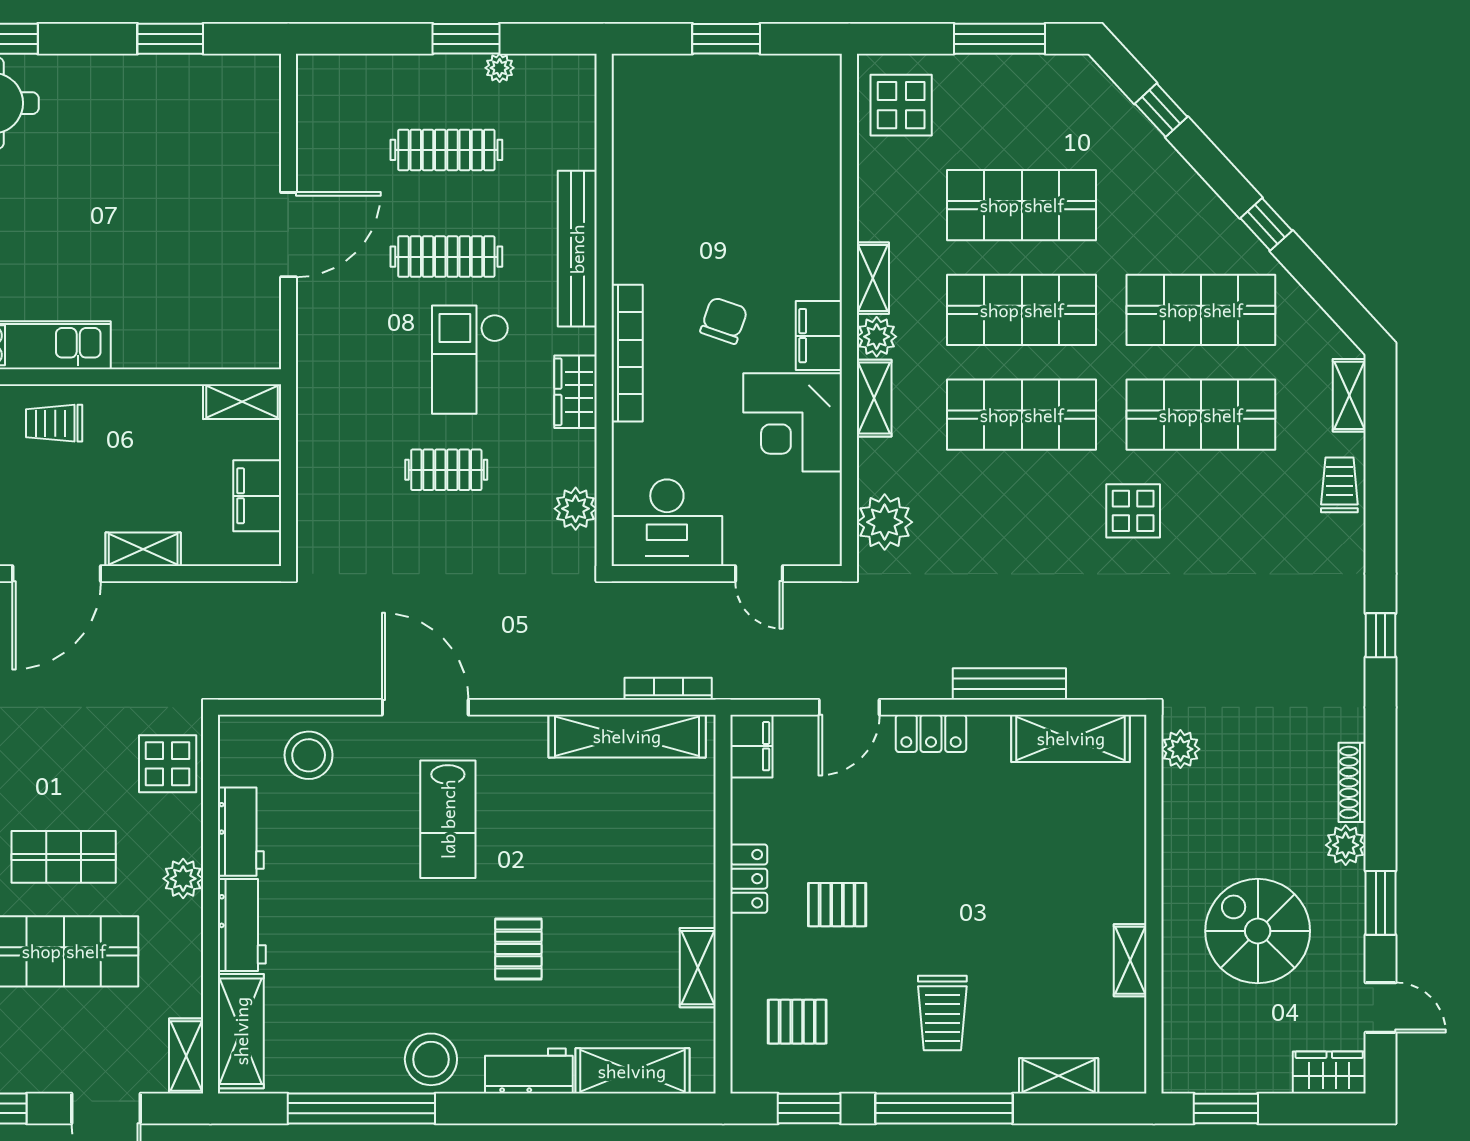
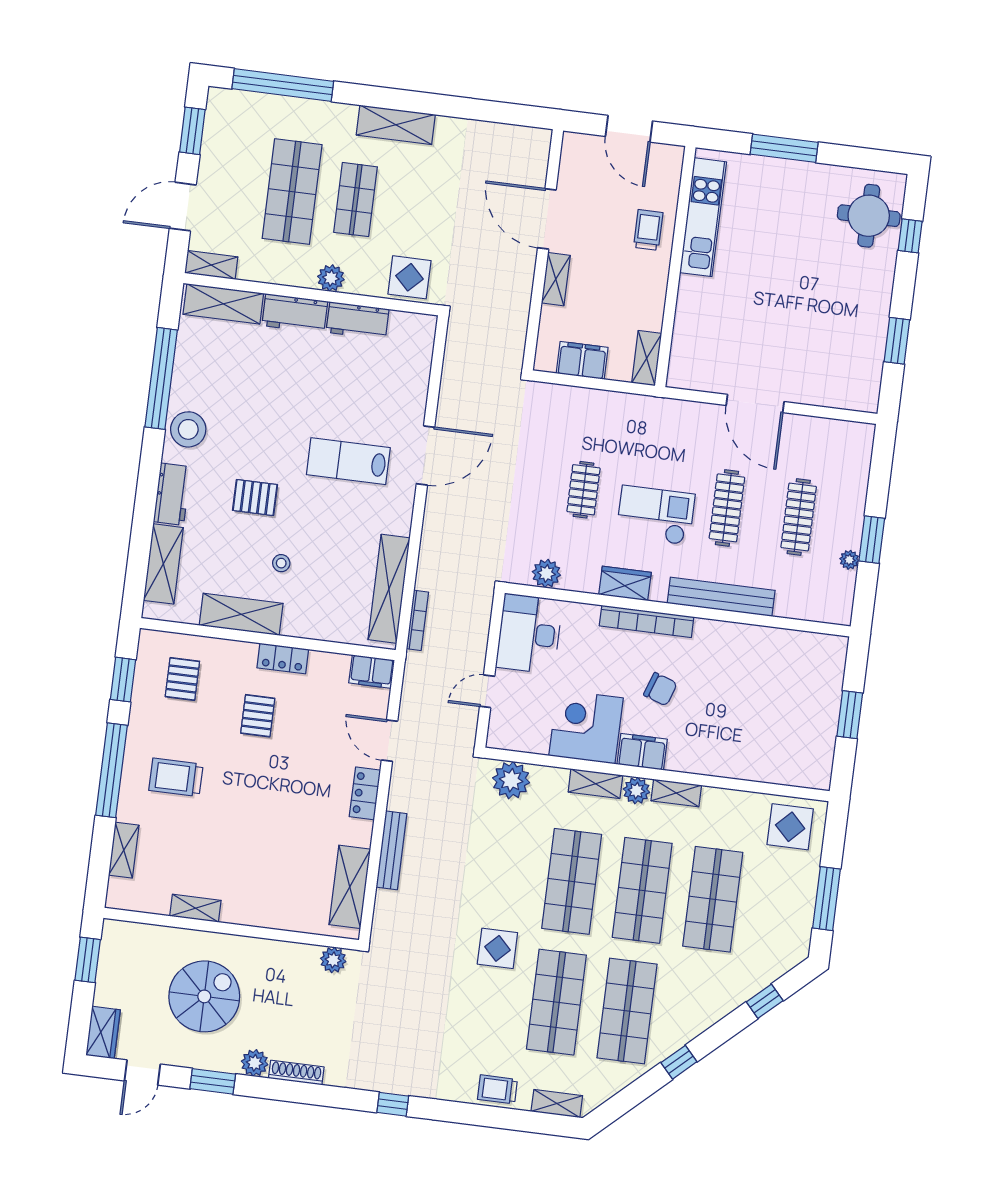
trolley: (1339, 485) -> (497, 1089), turned 180
stool: (309, 755) -> (281, 563), moved, width x0.53, depth x0.53
shelving: (698, 968) -> (241, 614), width x1.50, depth x1.33

